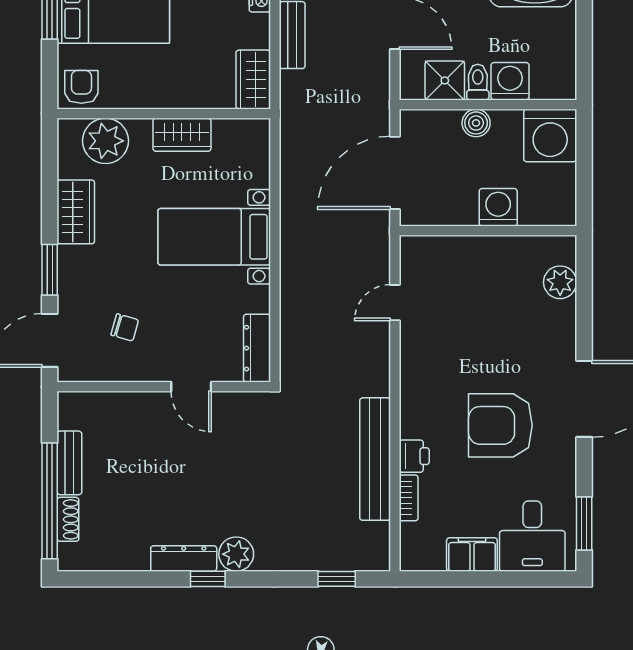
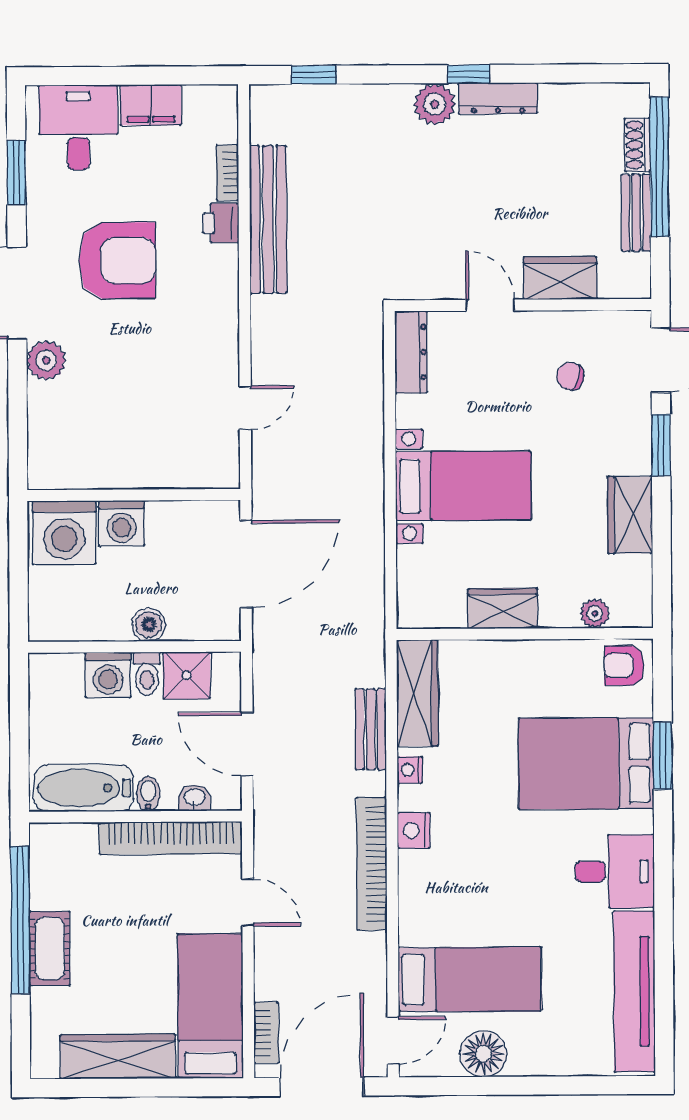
wardrobe: (253, 80) -> (417, 693), width x1.50
armchair: (81, 87) -> (624, 666), turned 90
washing machine: (550, 135) -> (64, 533), moved, turned 180
plant: (105, 141) -> (595, 613), width x0.53, depth x0.53
plant: (560, 282) -> (46, 360), moved
wardrobe: (133, 409) -> (560, 278), added
window: (584, 524) -> (16, 173), moved

